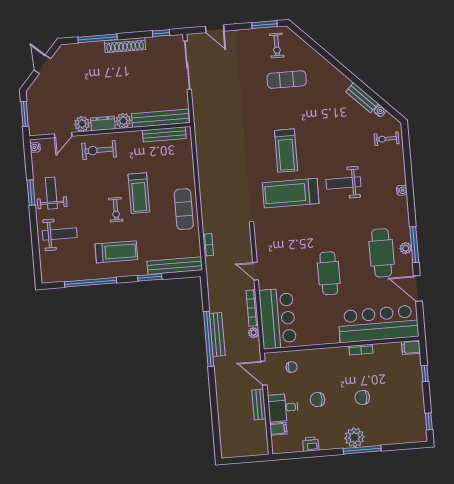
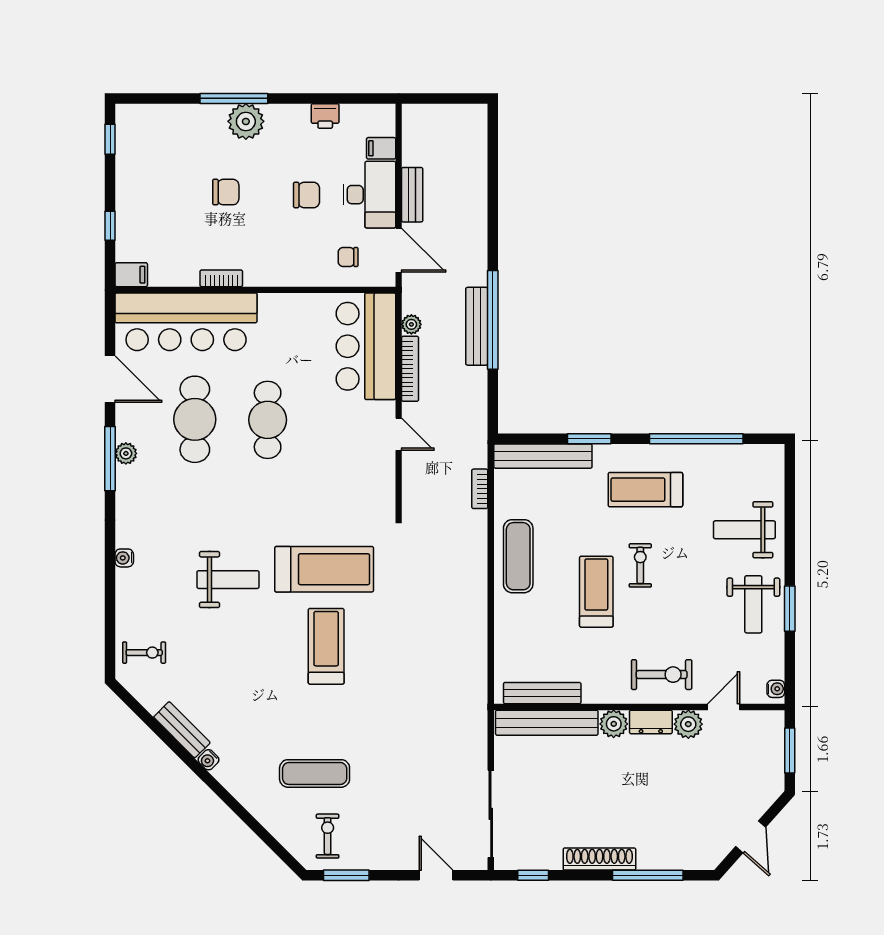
water cooler: (380, 111) -> (208, 760), moved
cafe table: (382, 253) -> (195, 419), moved
desk: (283, 408) -> (369, 195), width x1.37

